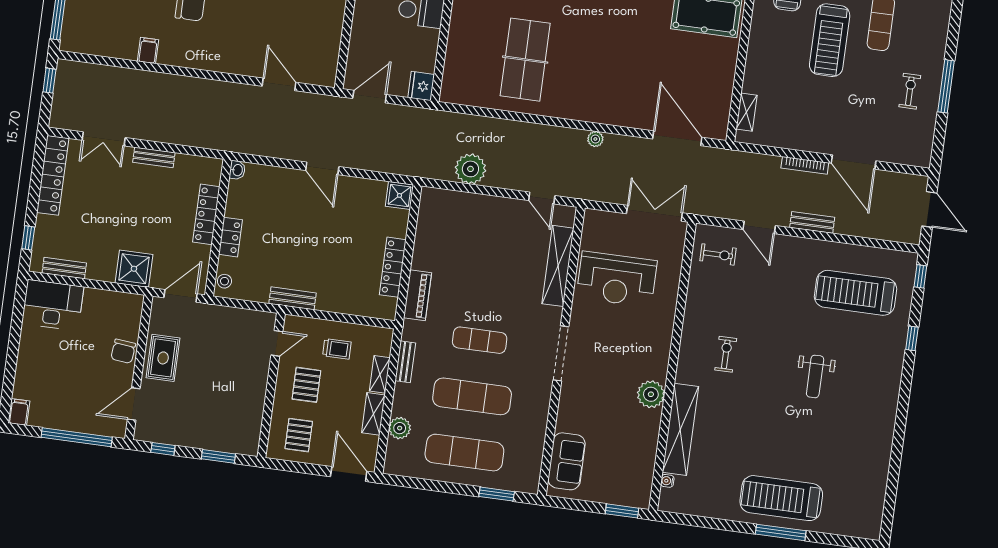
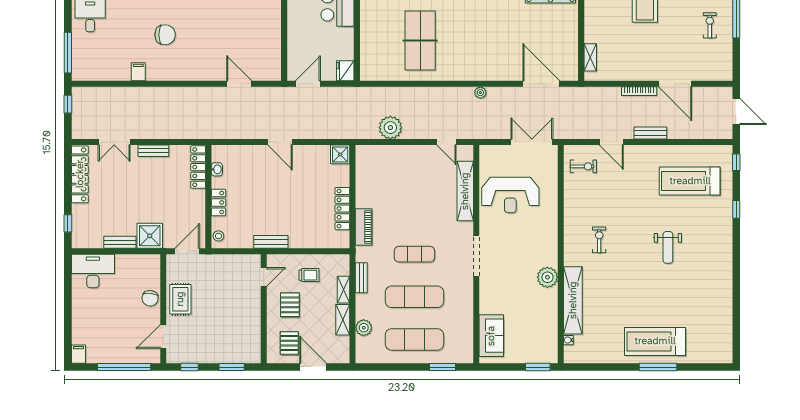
washbasin: (237, 170) -> (217, 169), moved
locker: (206, 214) -> (198, 167), moved
bench: (64, 268) -> (120, 242), moved
door: (349, 474) -> (313, 367), moved

